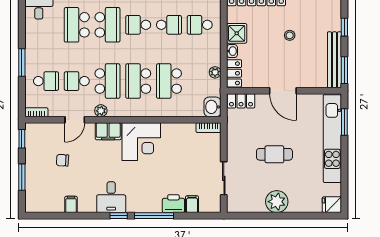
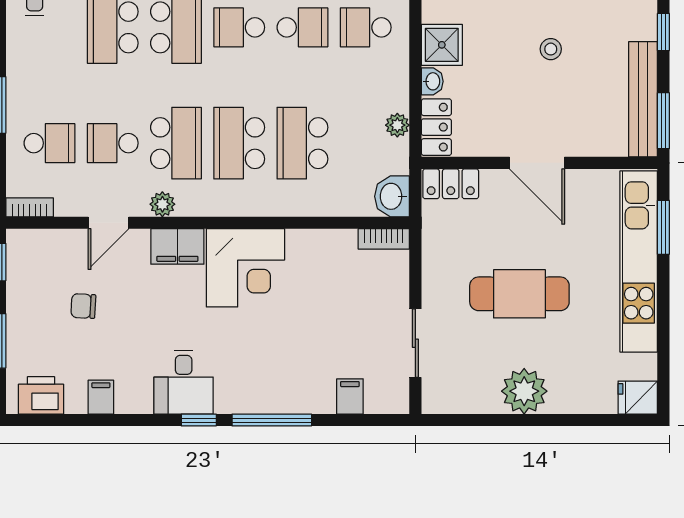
cafe table: (274, 154) -> (519, 294), width x1.37, depth x1.35
printer: (173, 204) -> (41, 395), moved

